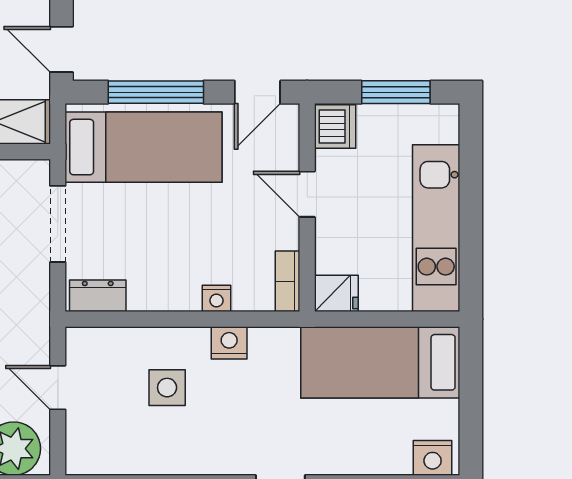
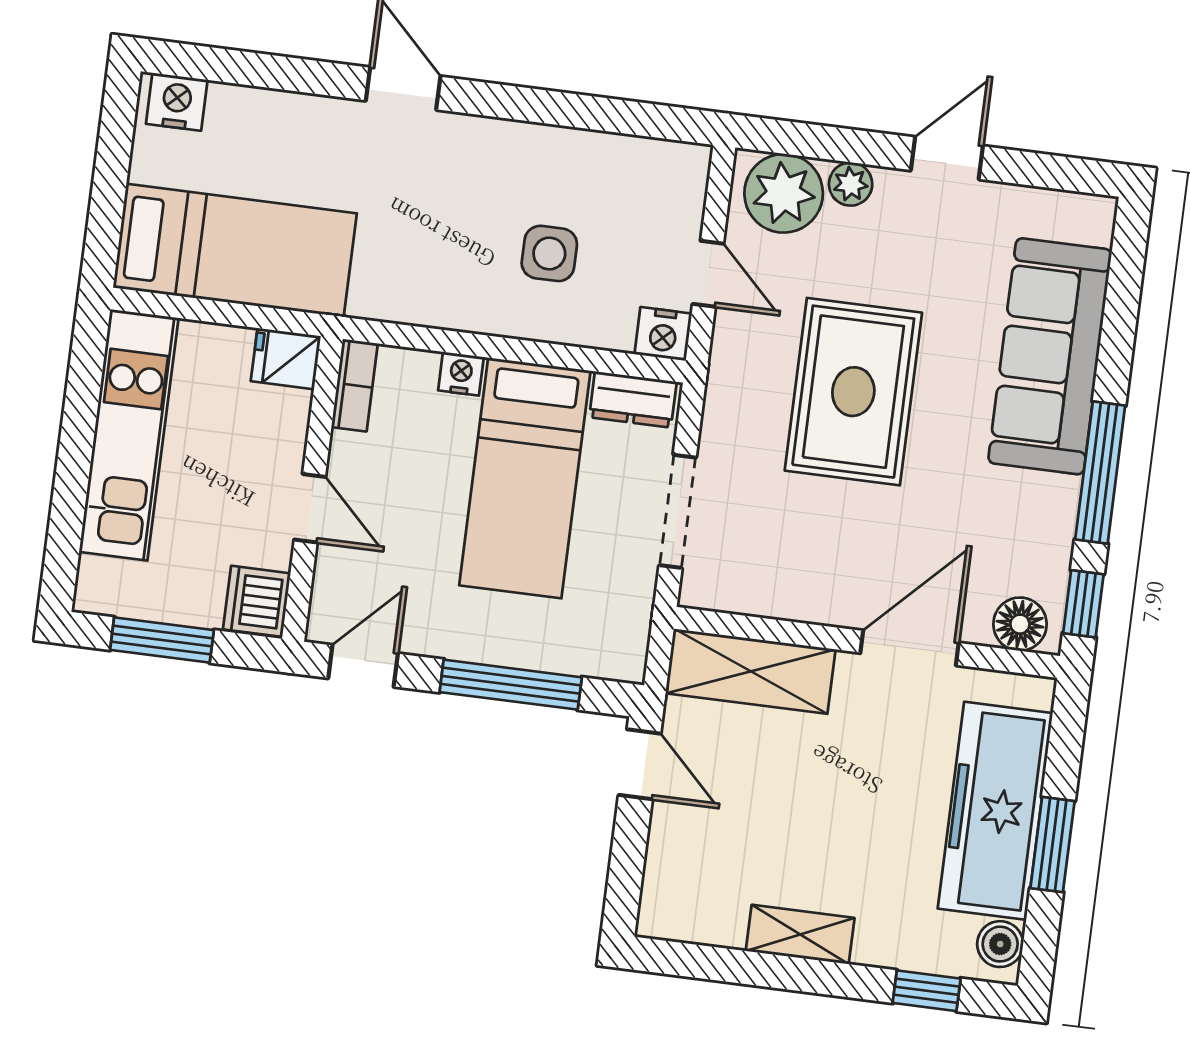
bed: (144, 147) -> (525, 478), moved, turned -90
nightstand: (229, 343) -> (663, 334), moved

